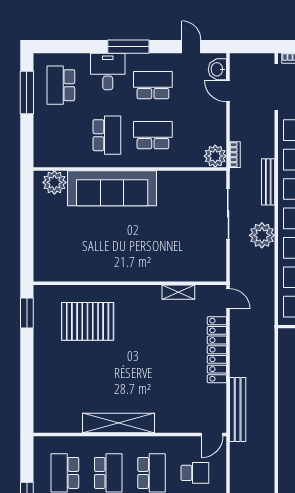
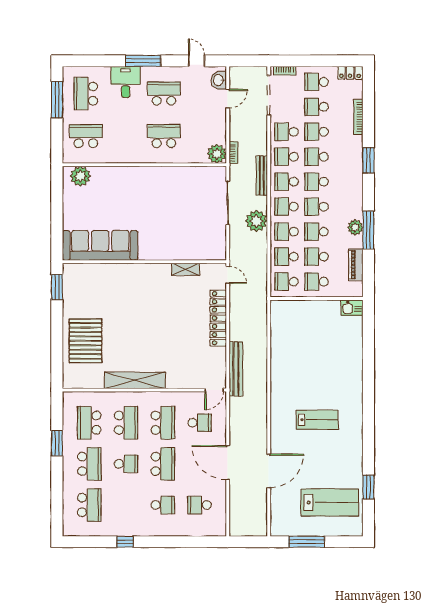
door: (228, 91) -> (228, 99), swing flipped
school desk: (107, 135) -> (86, 136), moved, turned -90
sofa: (112, 188) -> (100, 245), moved, turned 180
pallet: (88, 321) -> (85, 341), moved, turned 90

